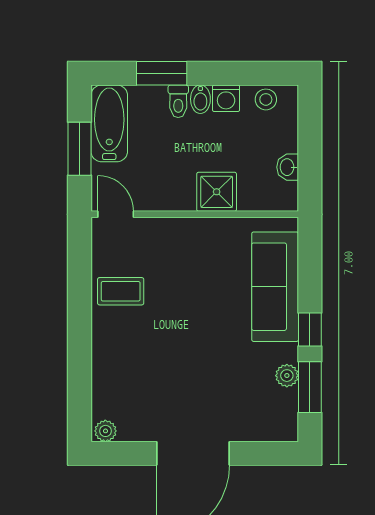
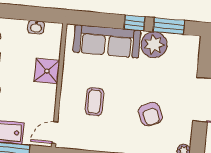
coffee table: (121, 291) -> (94, 102), moved
armchair: (161, 370) -> (150, 114), added
plant: (287, 376) -> (154, 45), width x1.88, depth x1.88

